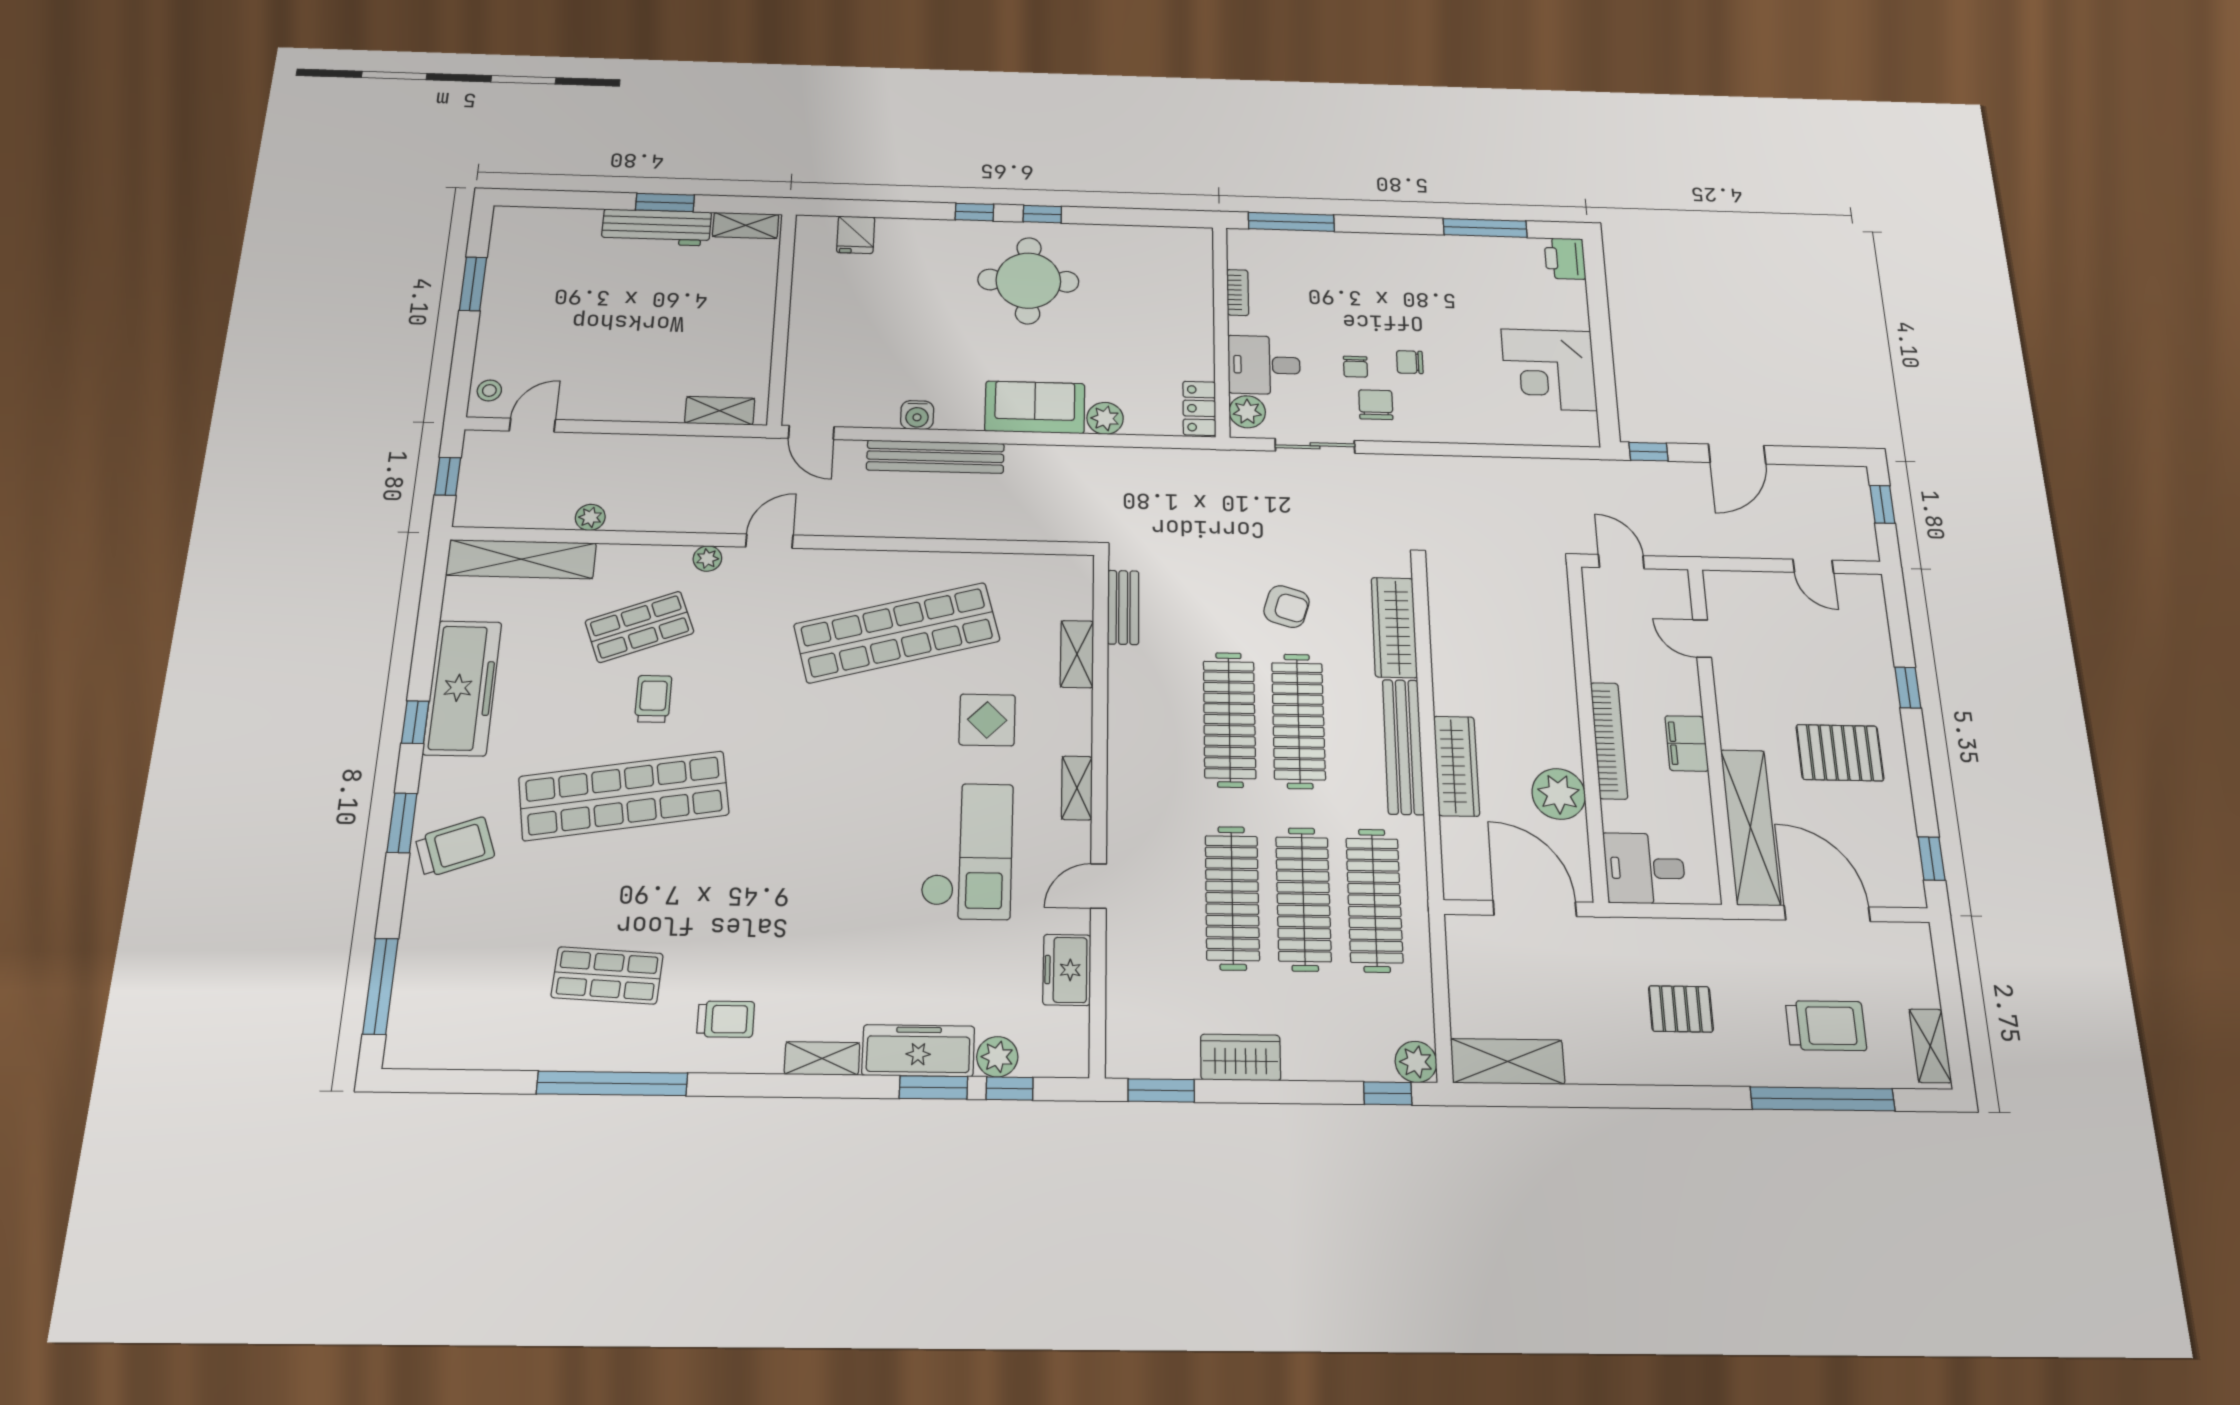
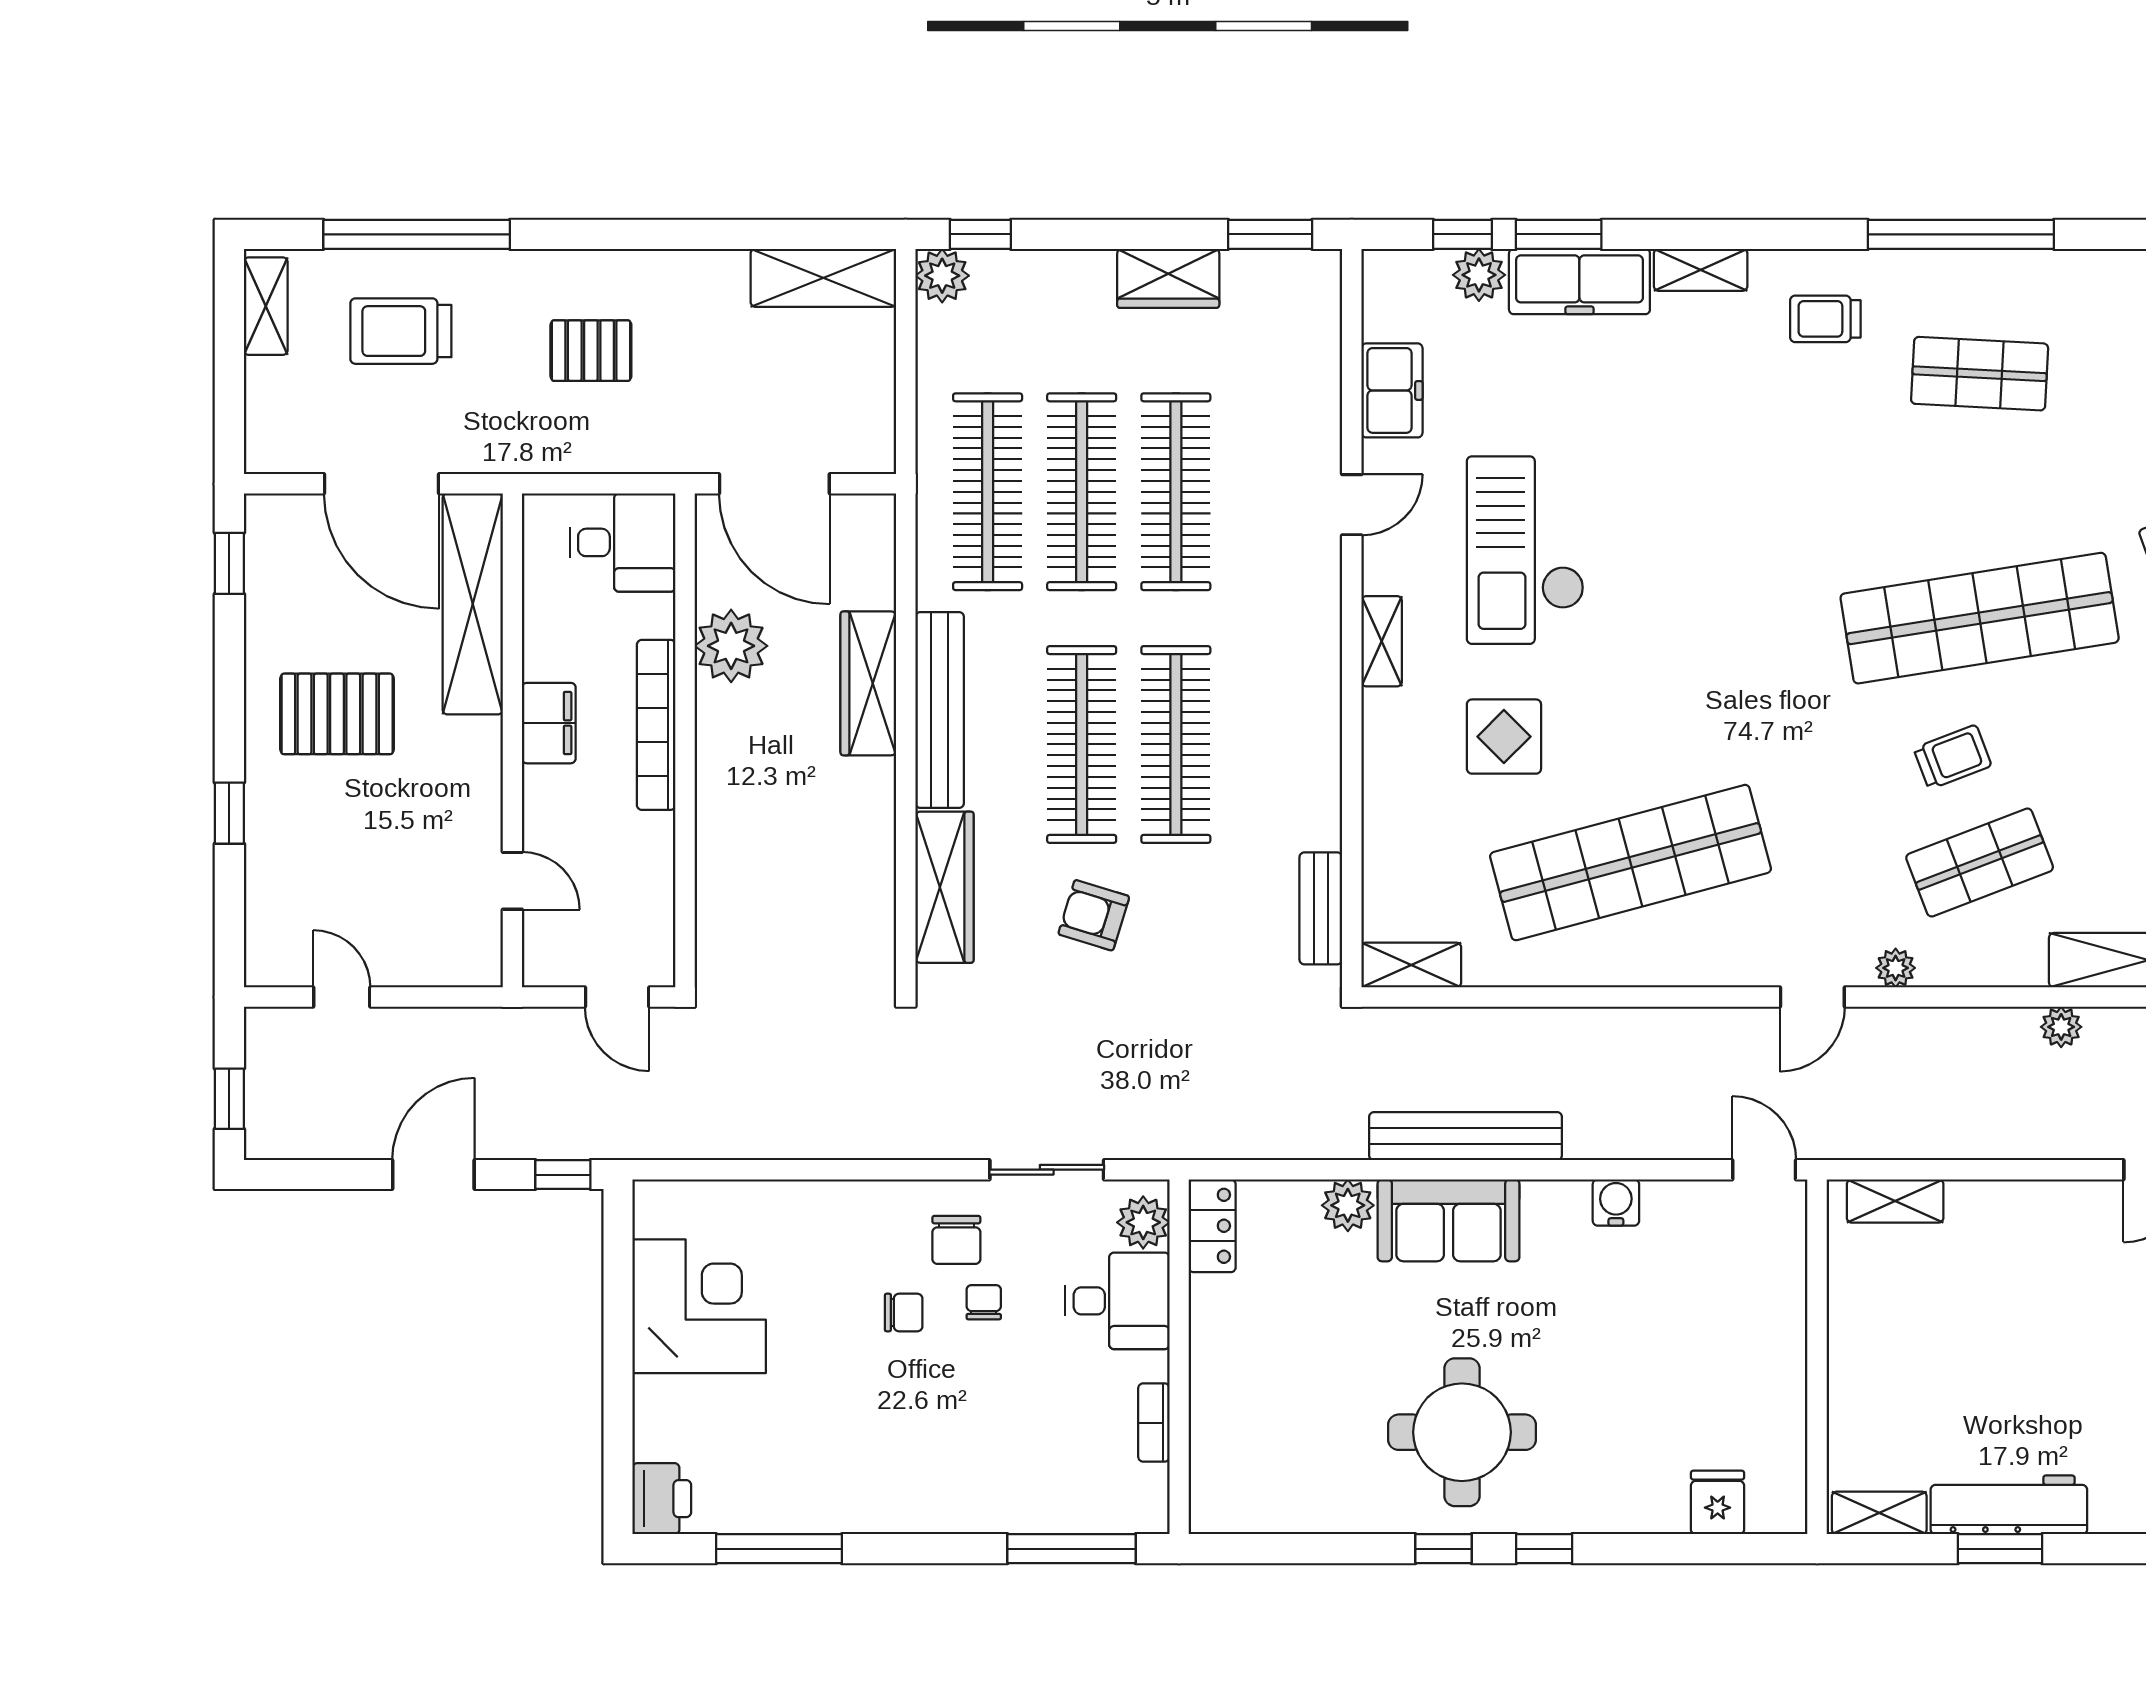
bench: (935, 457) -> (1466, 1136), moved
shelving: (1077, 654) -> (1411, 965), moved, turned 90
trolley: (653, 699) -> (1952, 757), turned -111

